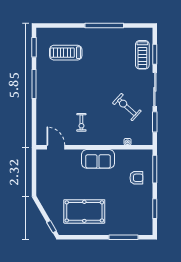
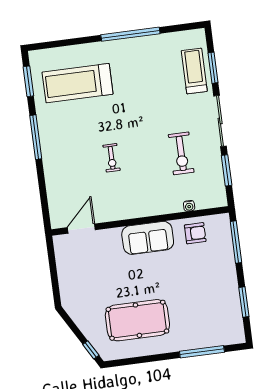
treadmill: (66, 53) -> (78, 83), width x1.37, depth x1.38
treadmill: (142, 55) -> (194, 71), turned 180
exercise bike: (127, 107) -> (181, 153), turned -132
exercise bike: (81, 122) -> (112, 158), moved
door: (56, 147) -> (81, 229), hinge flipped
armchair: (136, 178) -> (195, 233), moved

